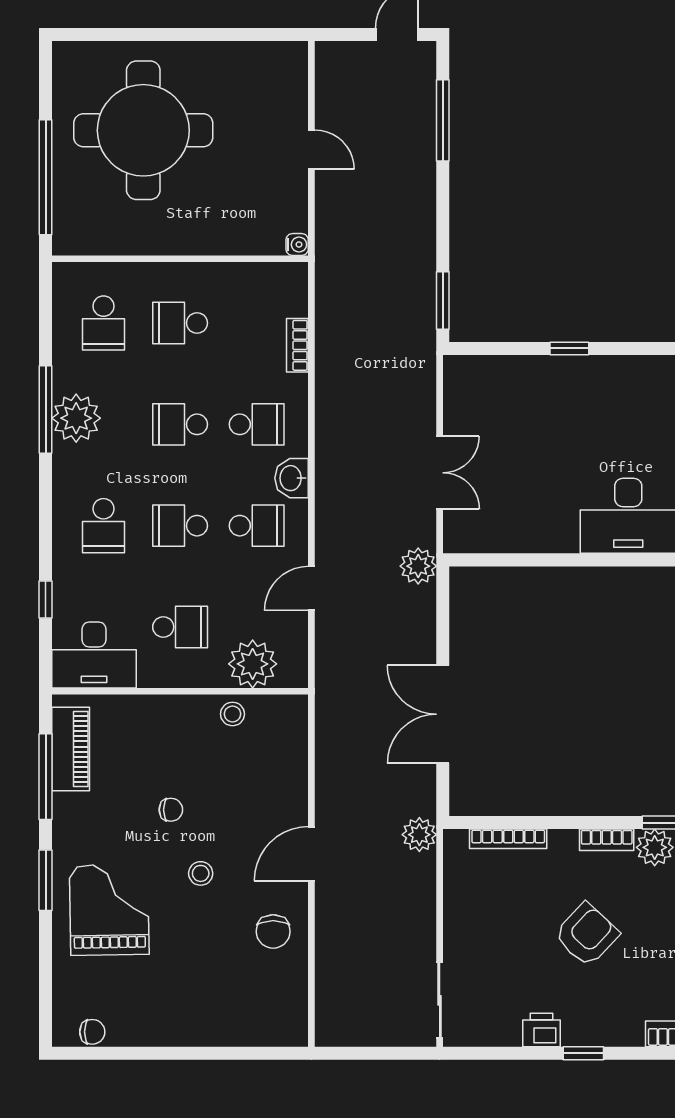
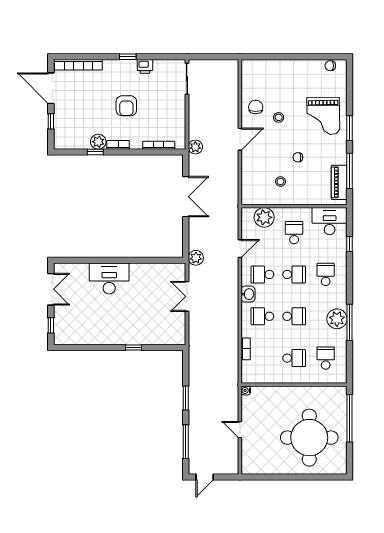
window: (443, 300) -> (186, 398), moved
school desk: (180, 627) -> (294, 233), turned 90
stool: (232, 714) -> (280, 182), moved
stool: (201, 873) -> (279, 117), moved
armchair: (587, 935) -> (126, 106), turned -43

